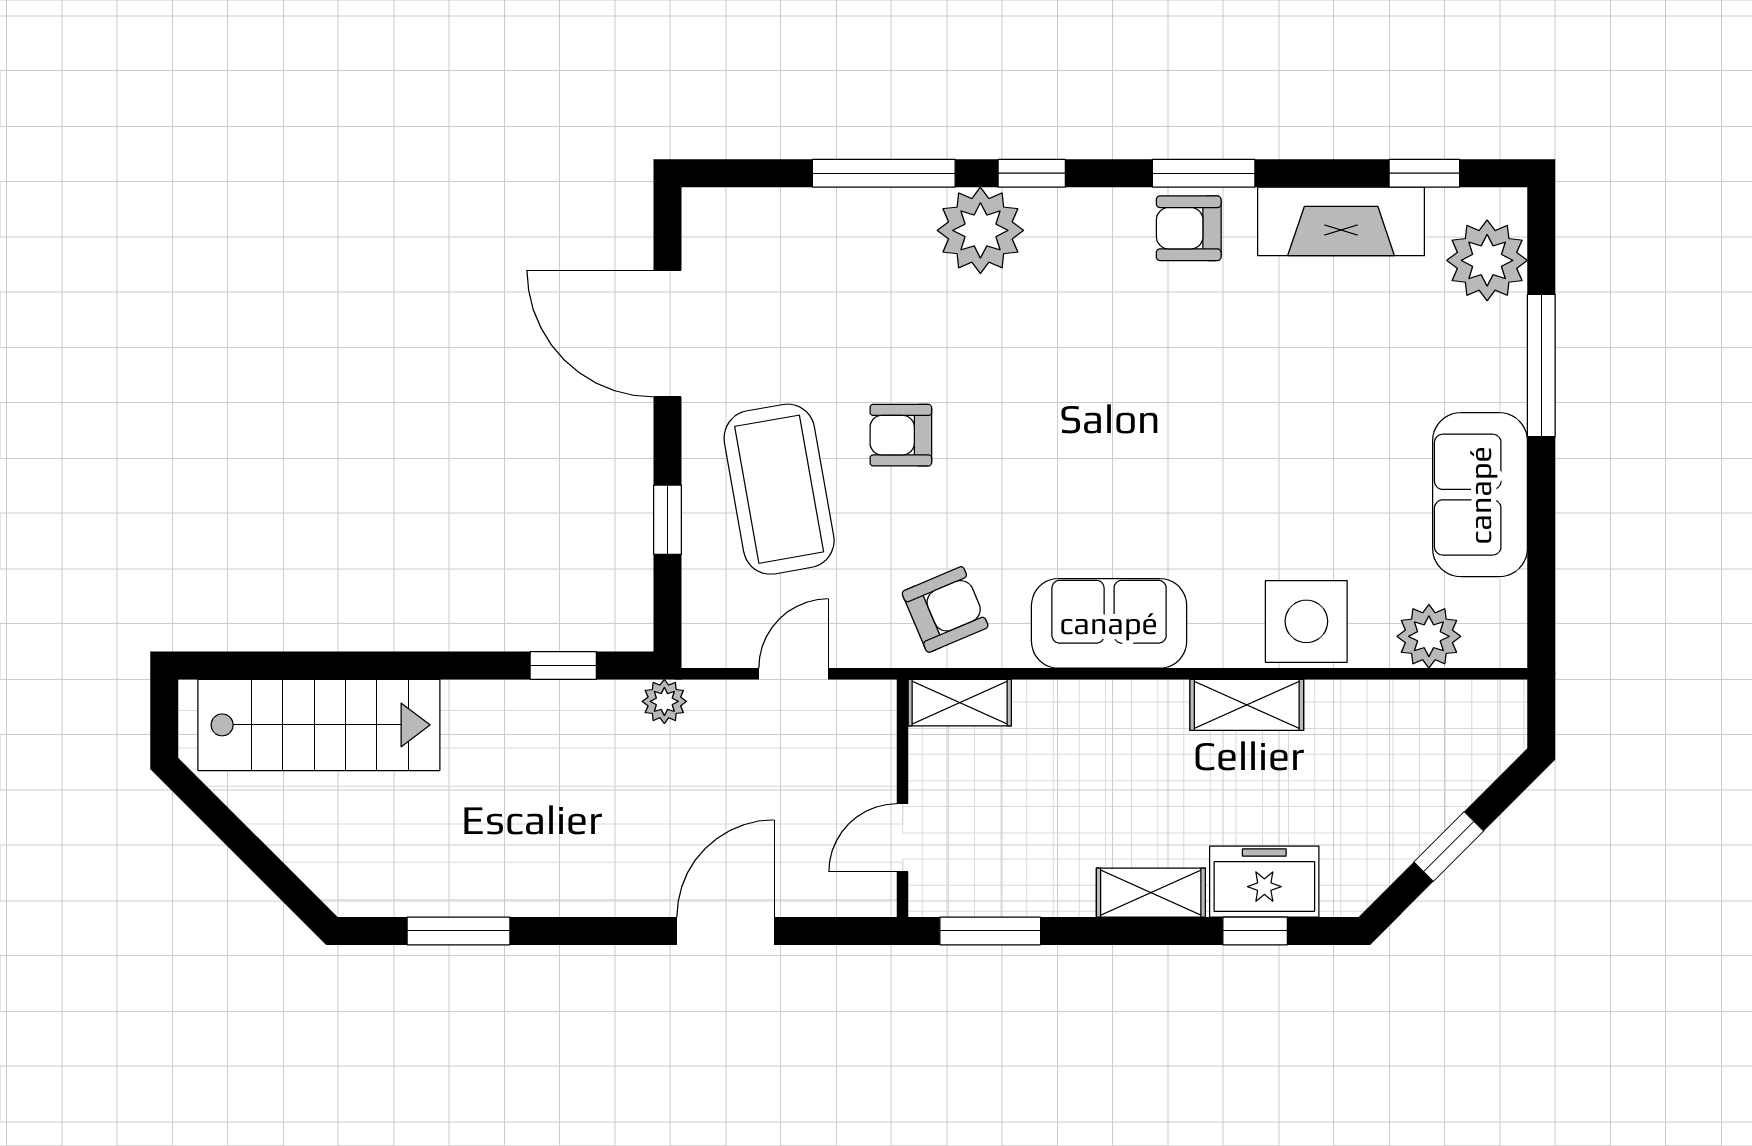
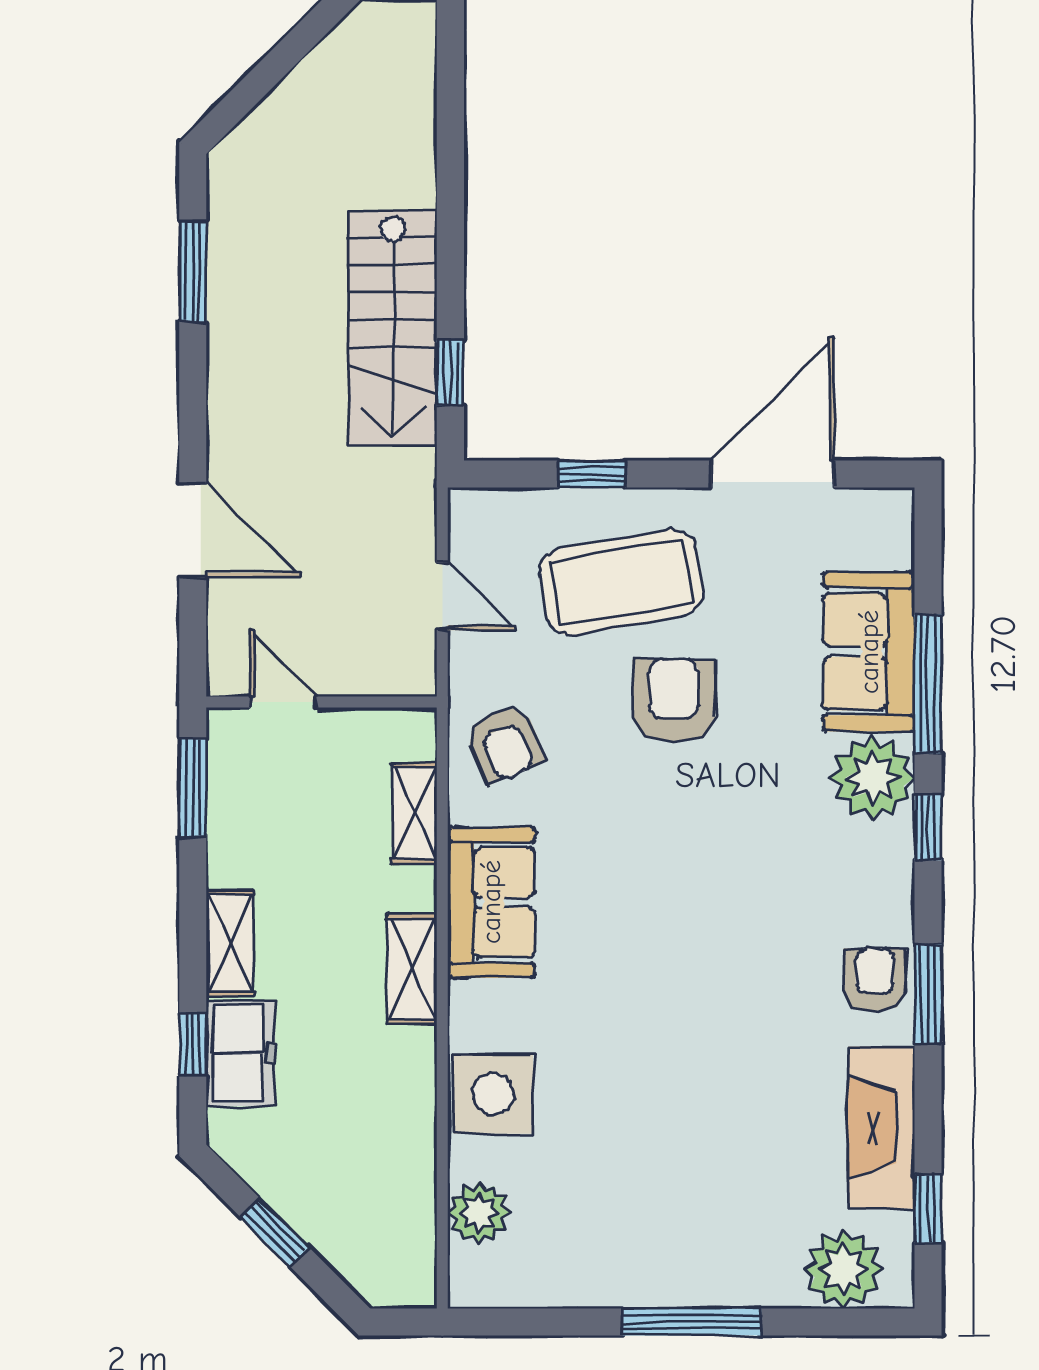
window: (1541, 366) -> (692, 1322), moved
armchair: (901, 435) -> (674, 700), width x1.38, depth x1.38
sofa: (1480, 495) -> (869, 652), moved, turned -90
plant: (664, 701) -> (415, 471), removed
shelving: (960, 703) -> (414, 813), moved
shelving: (1247, 705) -> (412, 969), moved
stairs: (319, 725) -> (393, 328), moved

